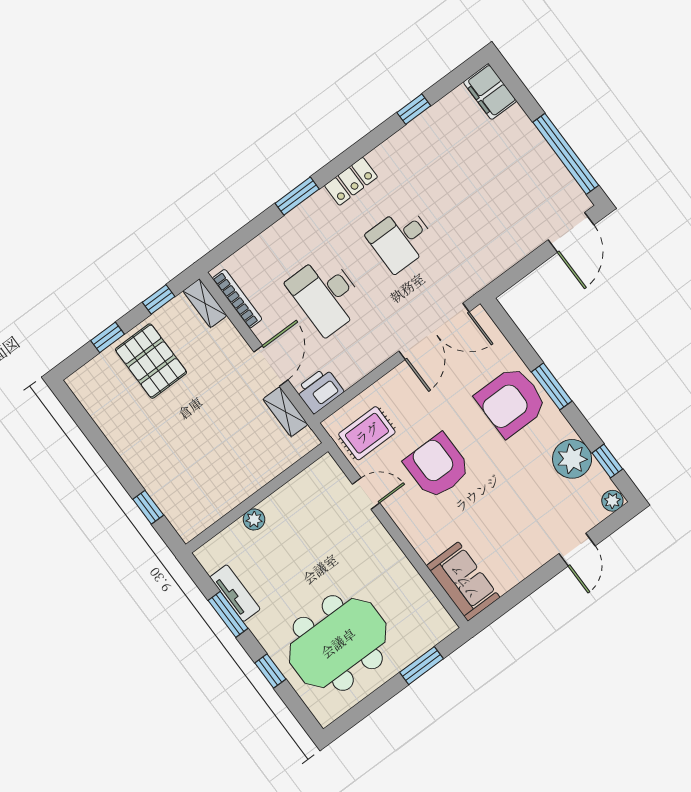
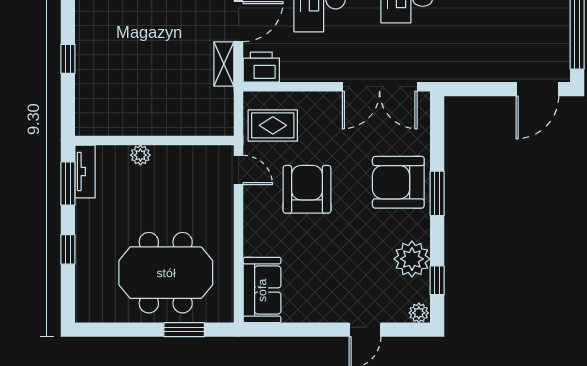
wall: (257, 498) -> (154, 140), moved
plant: (254, 519) -> (140, 155), moved
meeting table: (338, 643) -> (166, 273), moved

